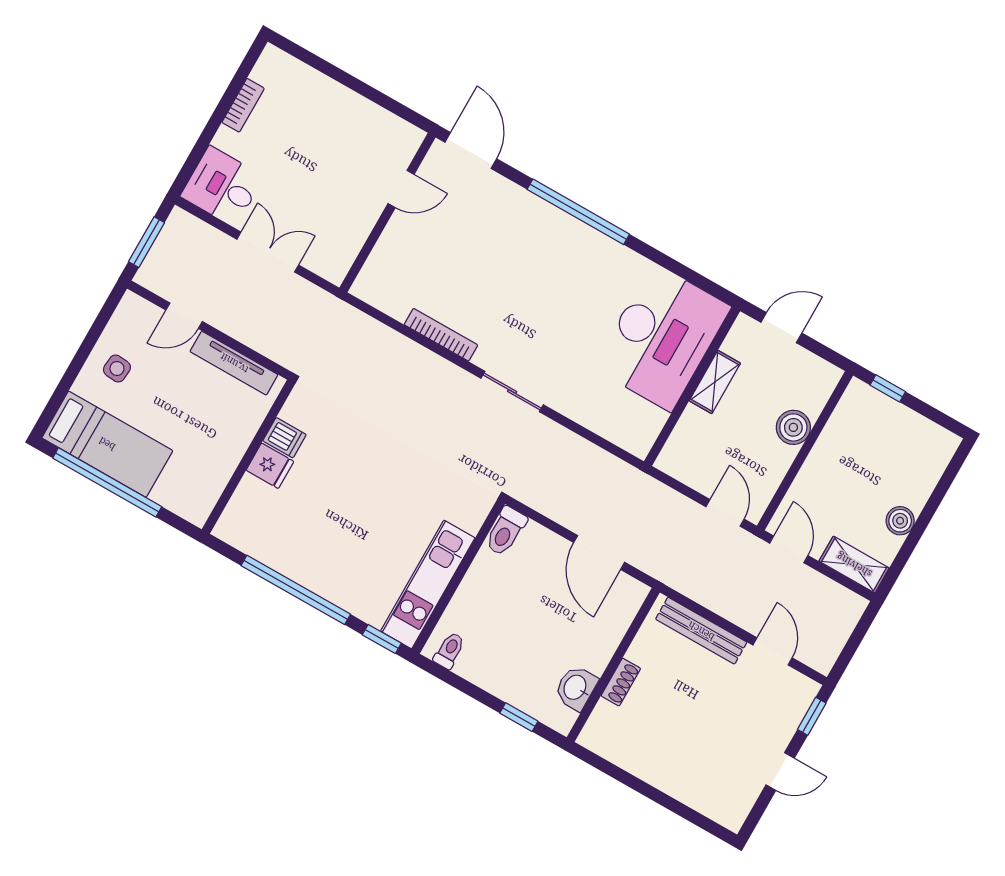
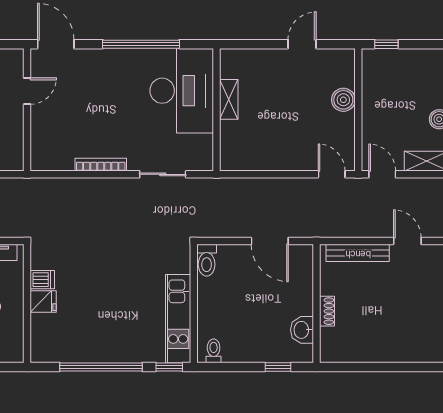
desk: (662, 337) -> (182, 91), moved
shelving: (715, 382) -> (229, 99), moved
wall: (692, 386) -> (217, 110), moved

